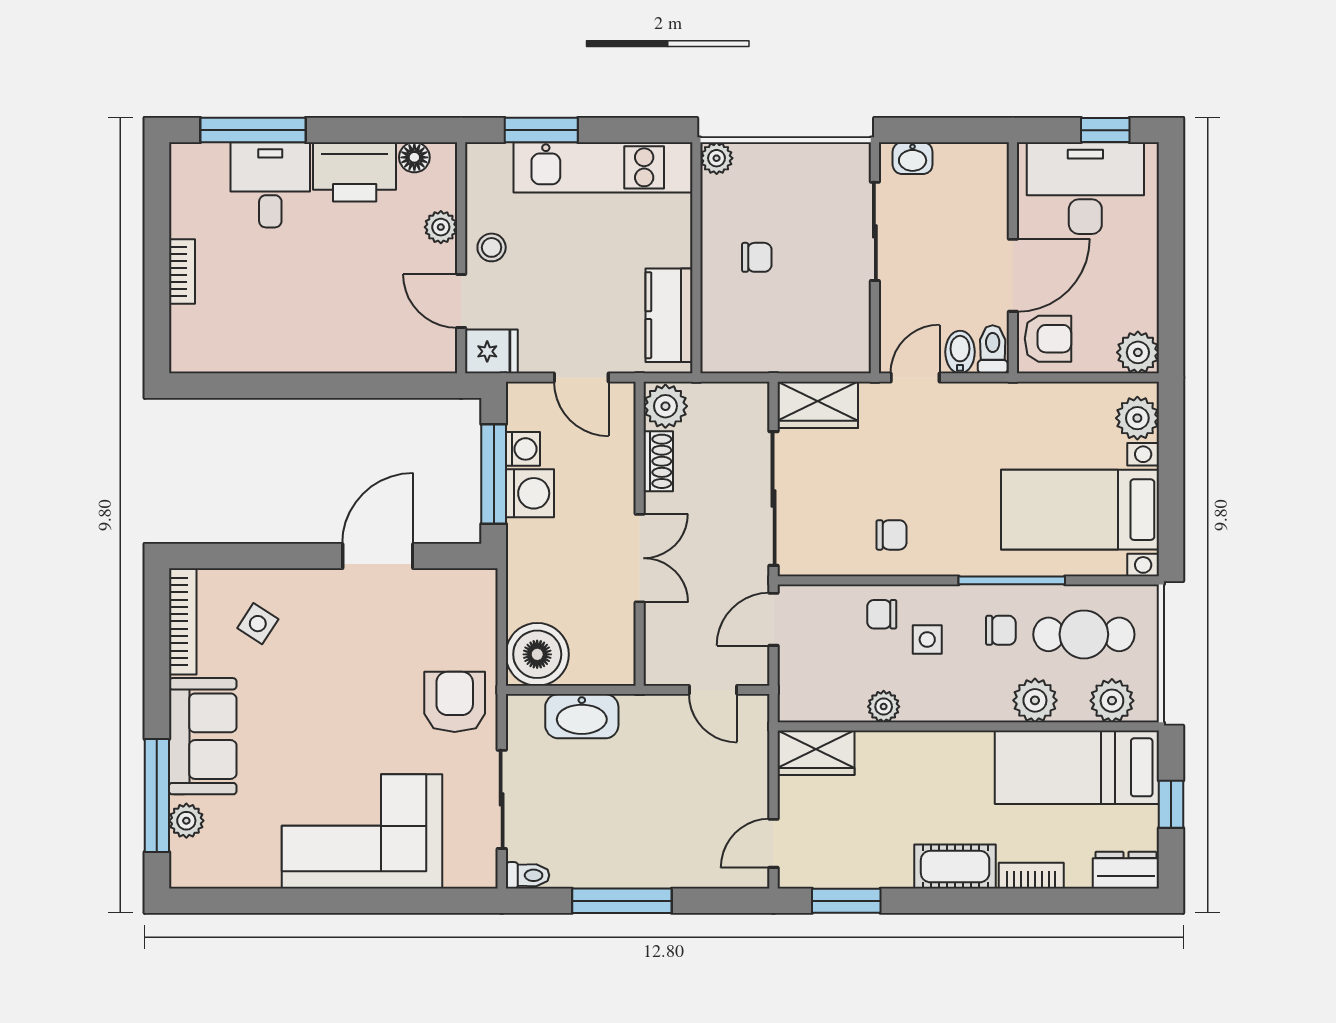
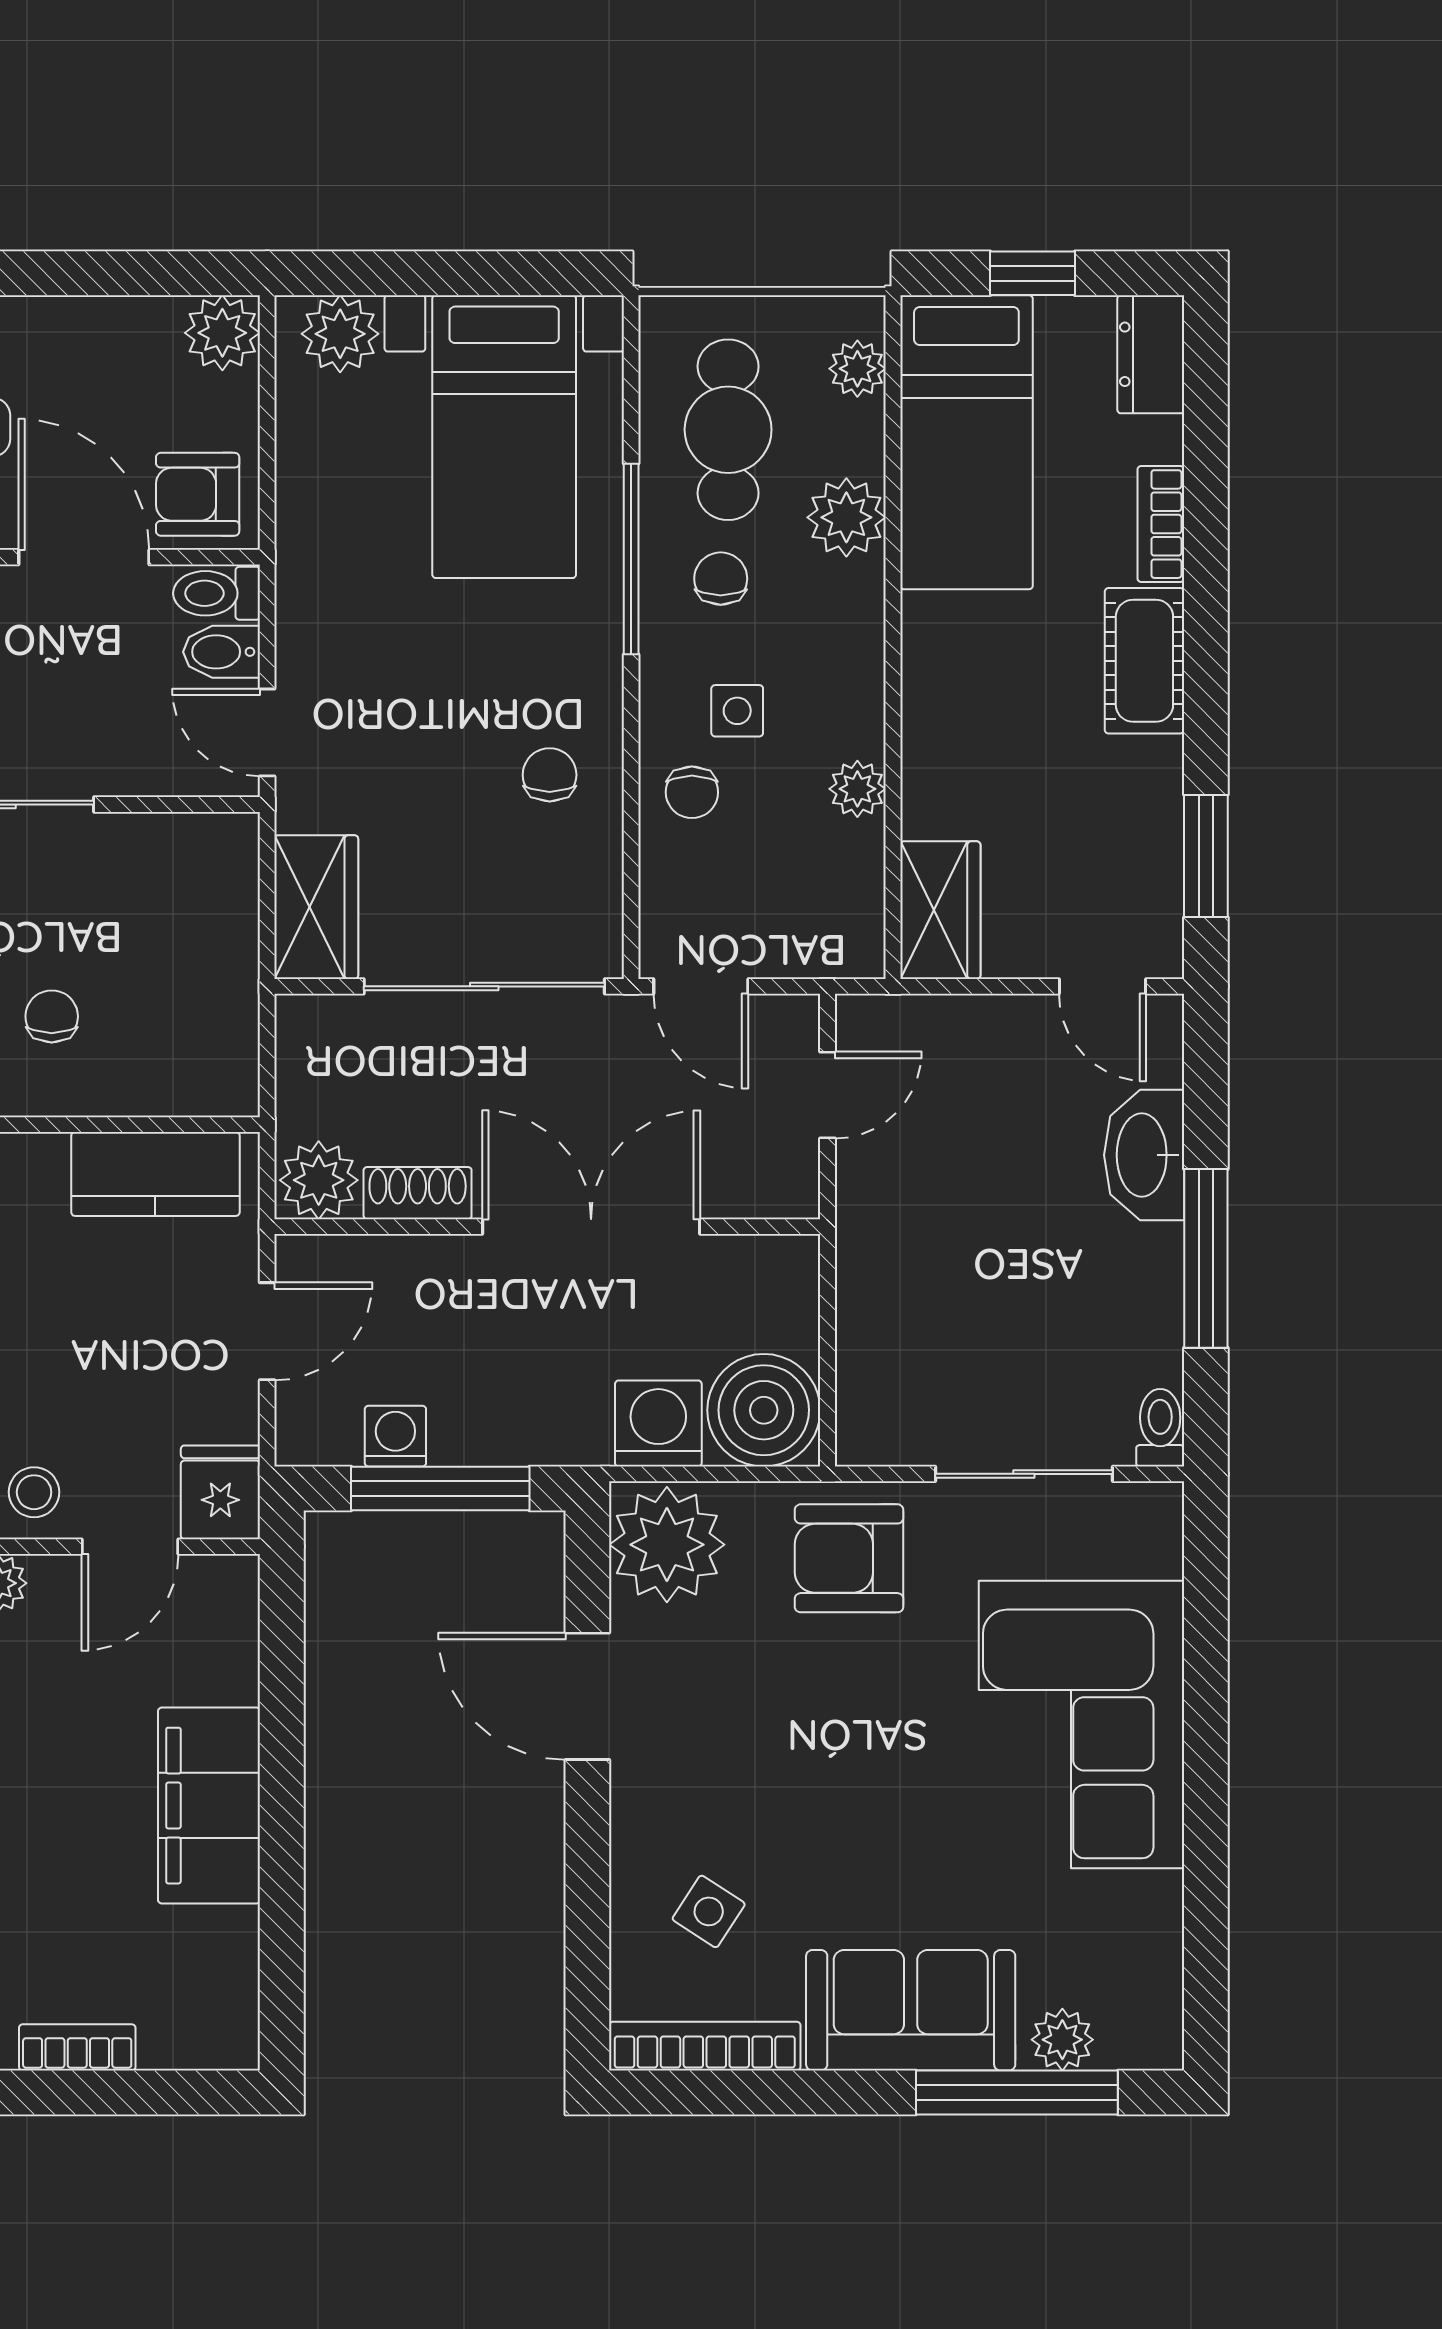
armchair: (1048, 339) -> (198, 494), turned -90
filing cabinet: (317, 345) -> (209, 1806), added
washing machine: (530, 493) -> (658, 1423), moved
double door: (640, 558) -> (591, 1227), width x1.37
plant: (462, 600) -> (667, 1545), added
plant: (1112, 701) -> (857, 369), width x0.73, depth x0.73
washbasin: (582, 716) -> (1144, 1155), moved, turned 180

